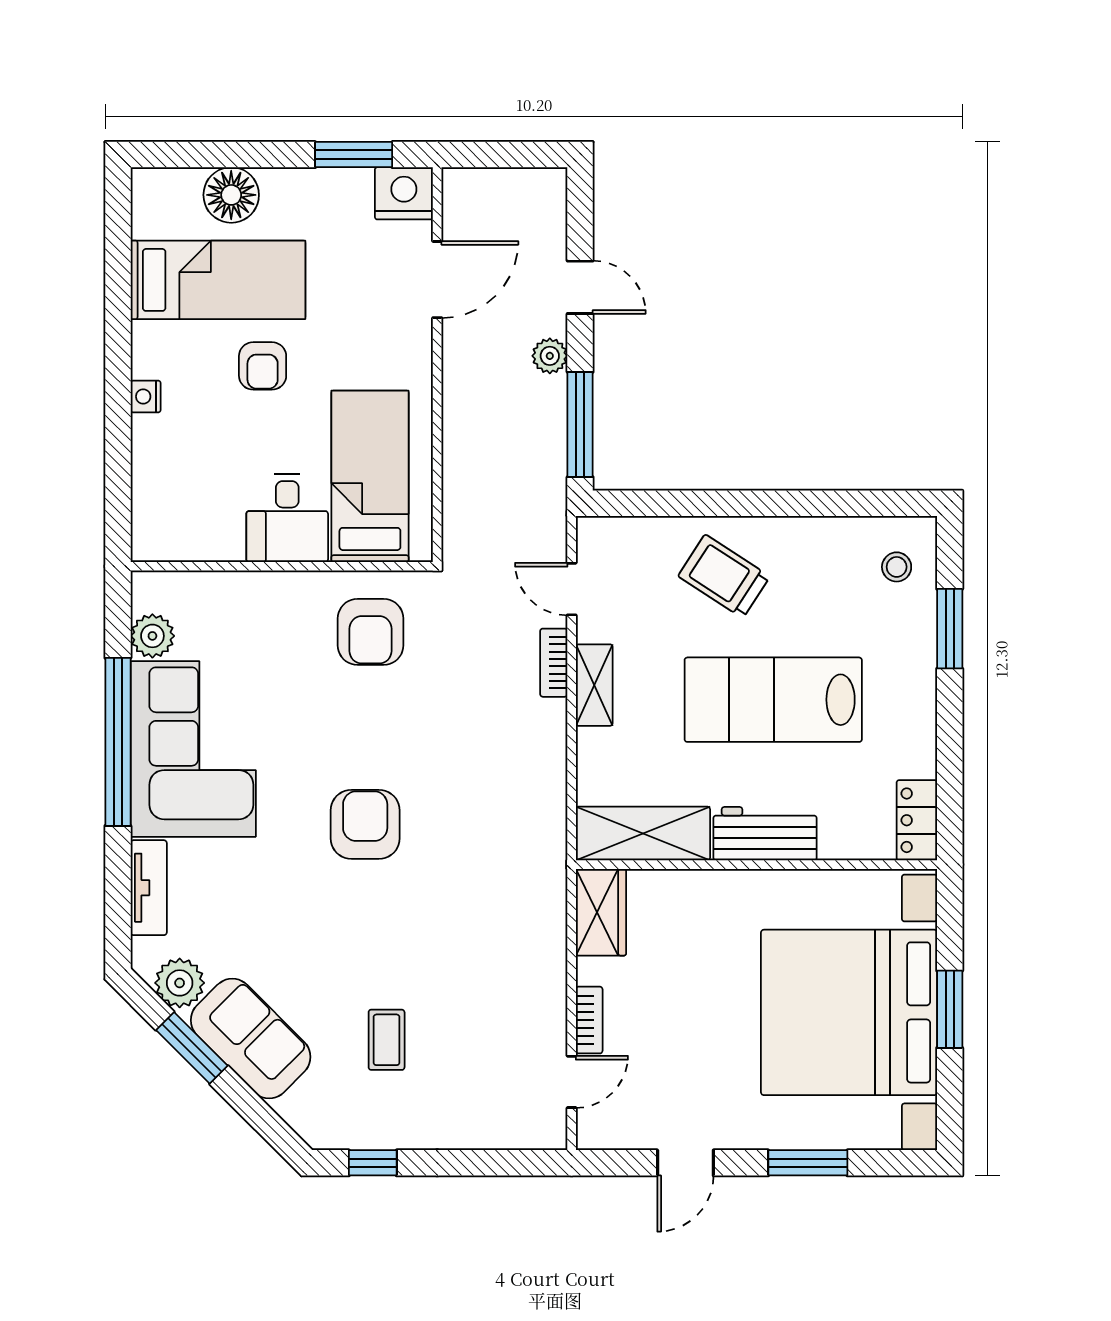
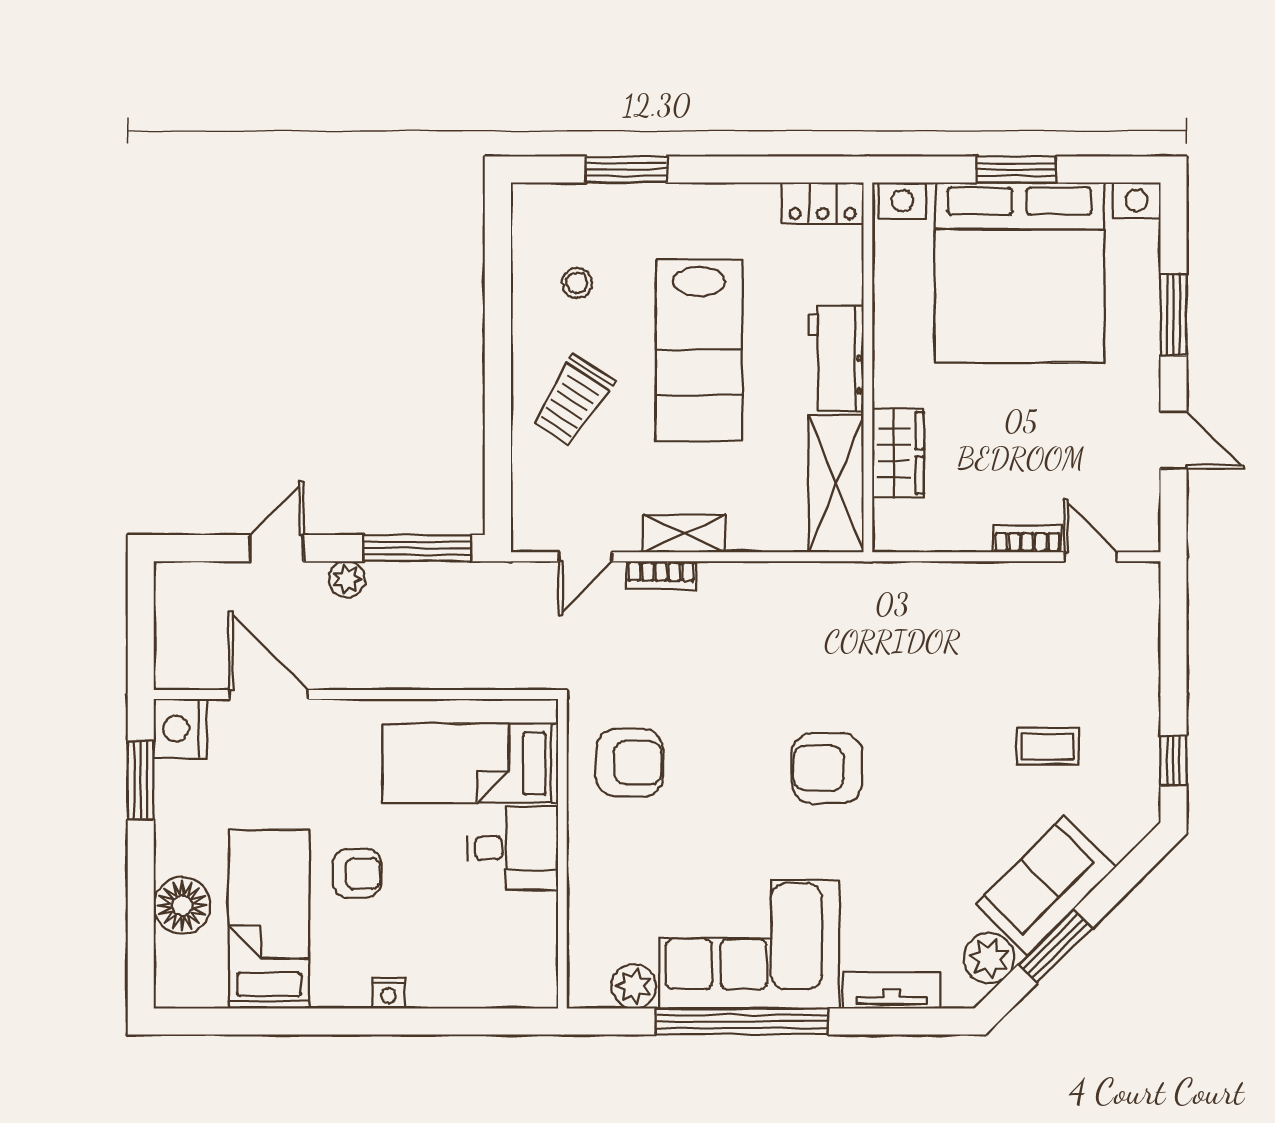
stool: (897, 567) -> (577, 283), moved
wardrobe: (601, 912) -> (898, 453), moved, turned 90

